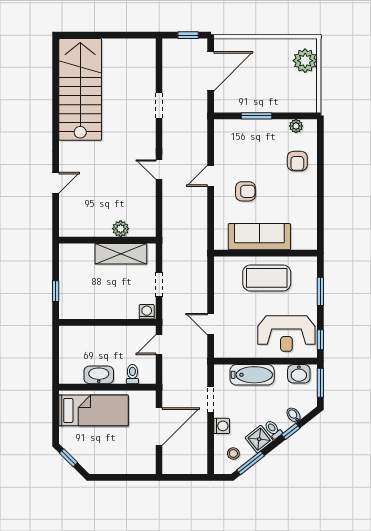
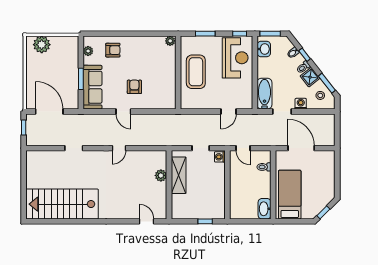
door: (56, 183) -> (147, 221), moved
sofa: (259, 237) -> (93, 87), moved, turned 180
plant: (310, 242) -> (170, 41), added
washbasin: (99, 375) -> (265, 209), moved
bathtub: (252, 375) -> (264, 94), moved

